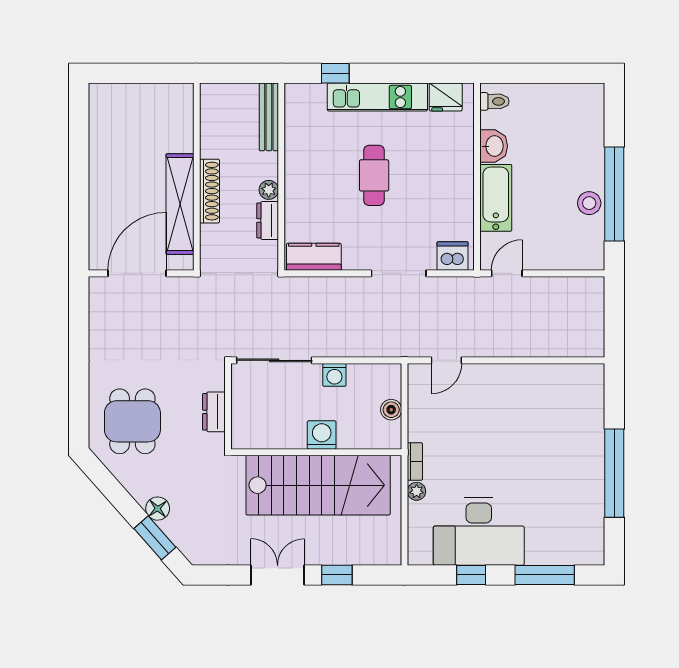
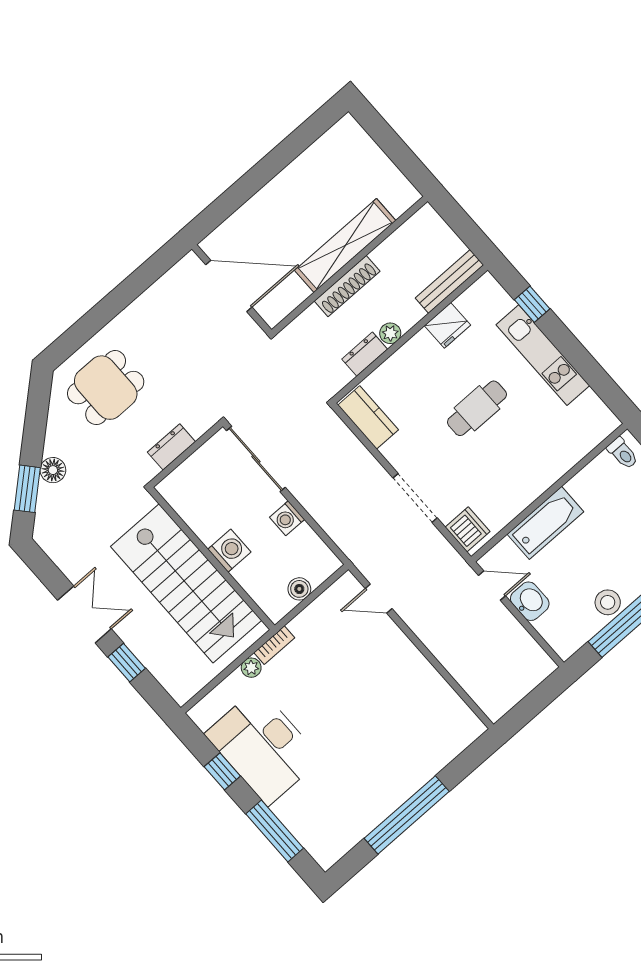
fridge: (446, 97) -> (448, 325), moved, turned -90
washbasin: (494, 146) -> (530, 601), moved, turned -90
shelving: (180, 204) -> (345, 245), moved

